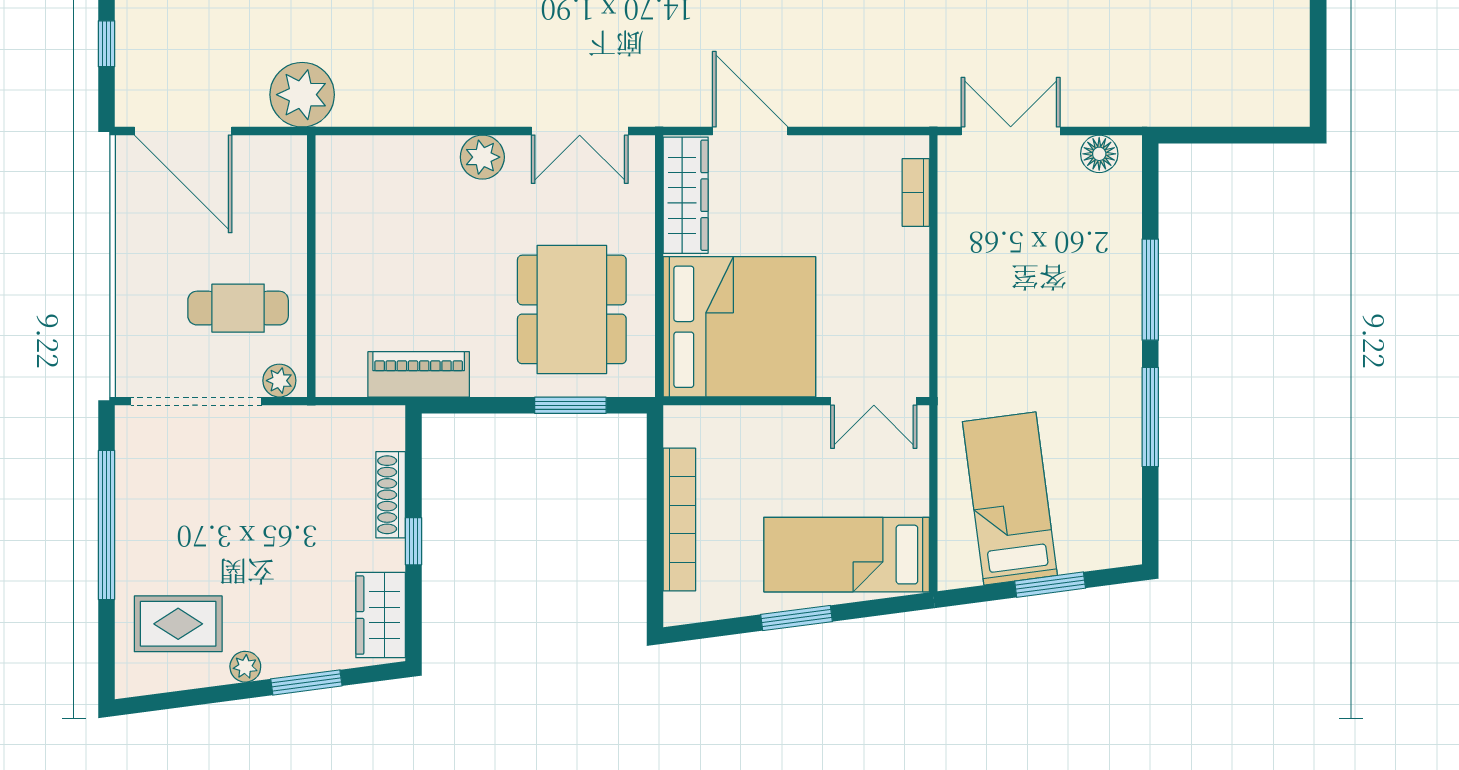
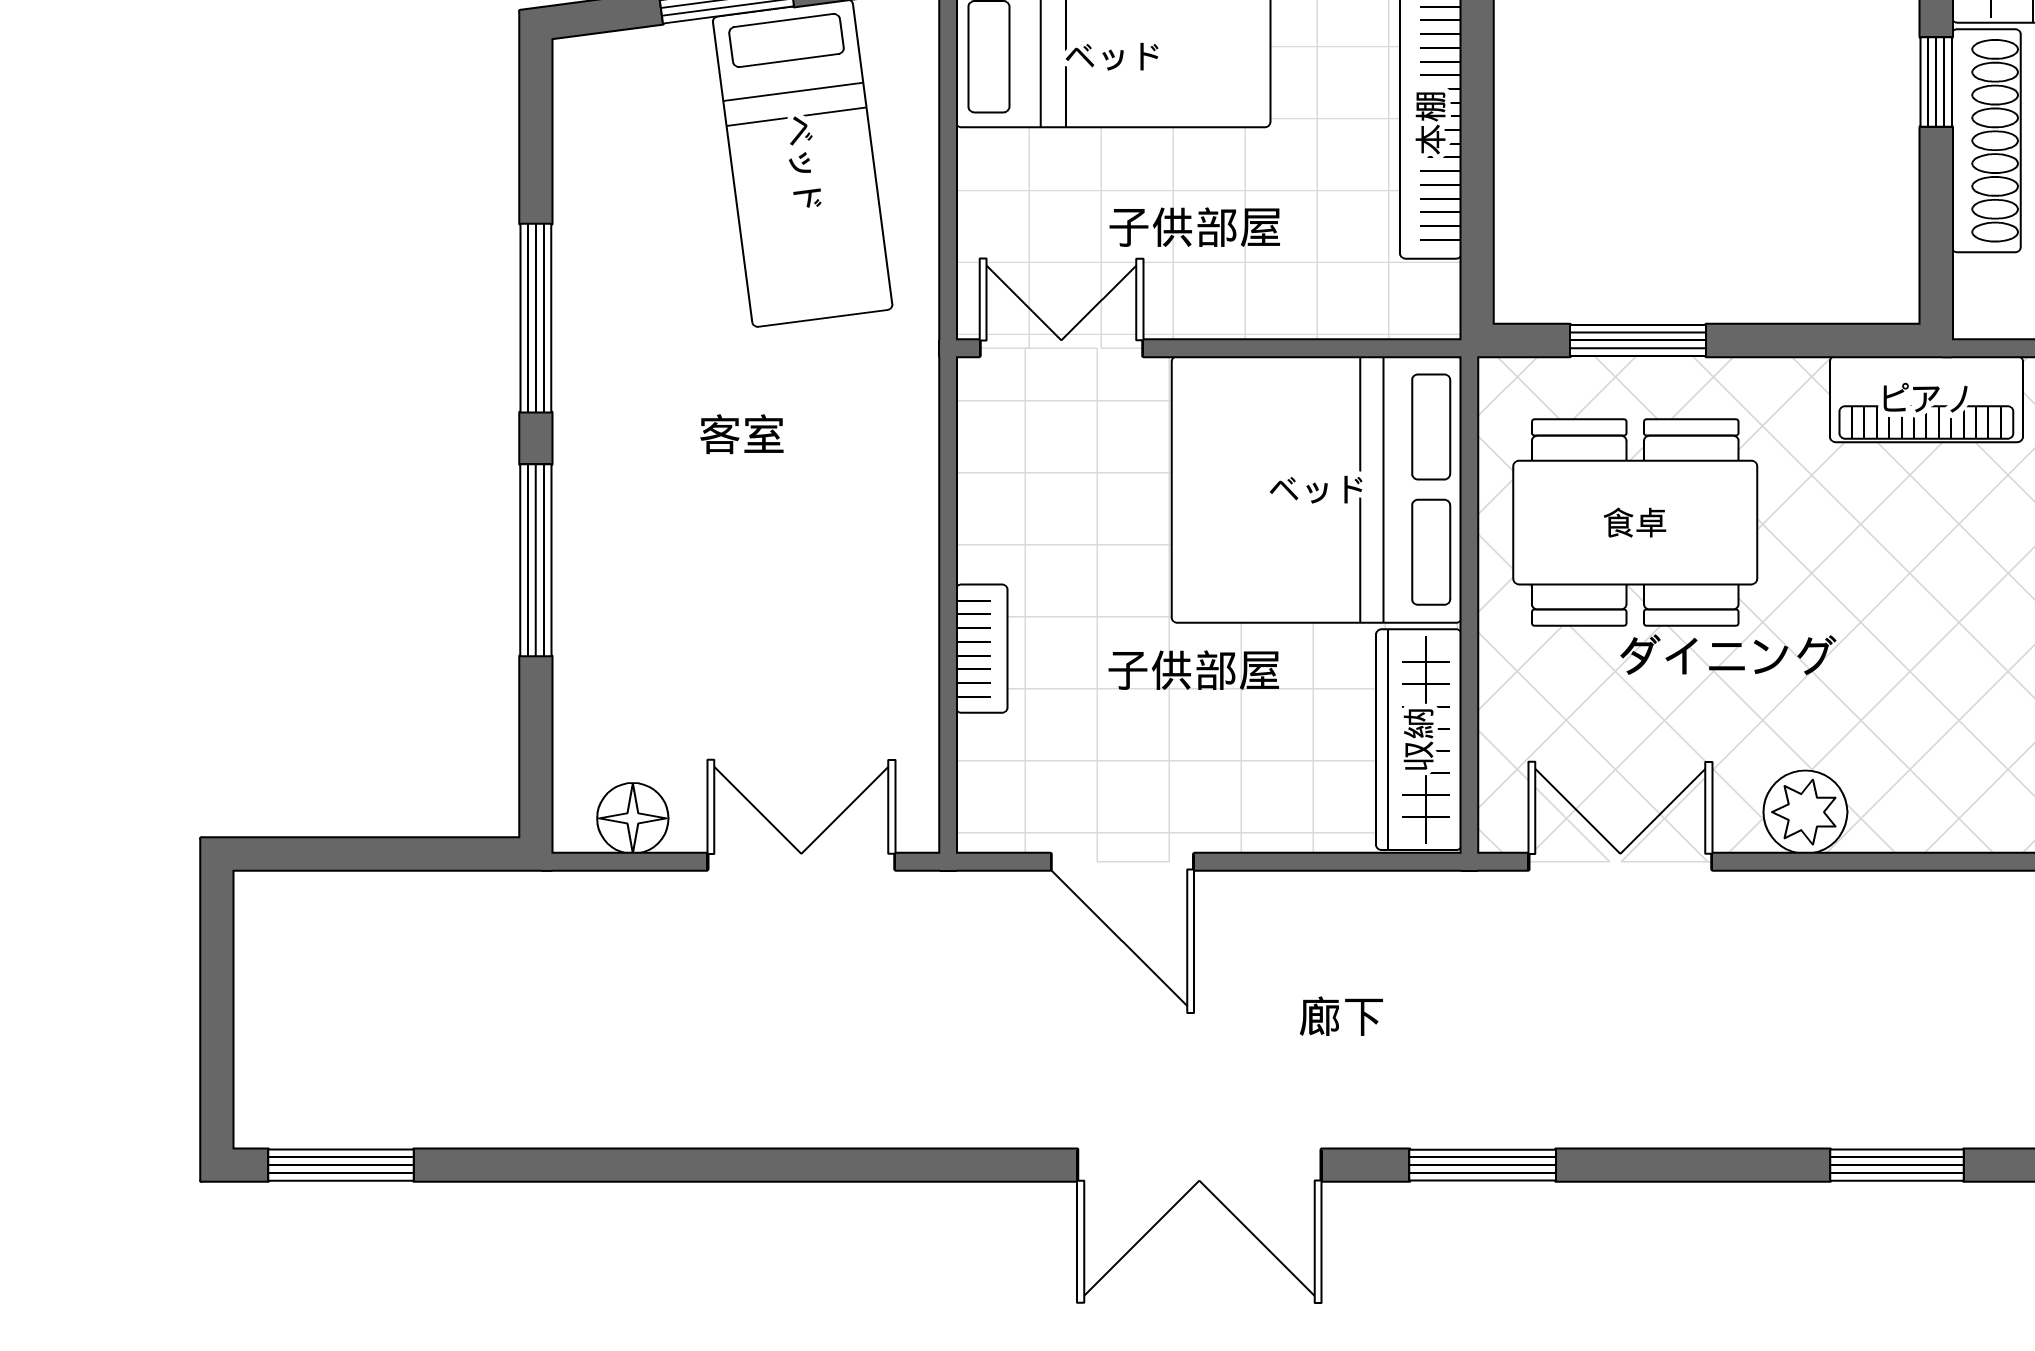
door: (750, 131) -> (1122, 862), moved
double door: (1011, 131) -> (801, 862), swing flipped
bookcase: (916, 192) -> (982, 649), moved
dining table: (572, 309) -> (1635, 523), turned 90
shoe rack: (391, 495) -> (1986, 141), width x1.36, depth x1.24

